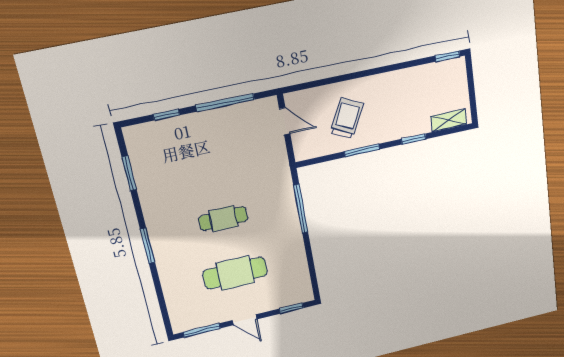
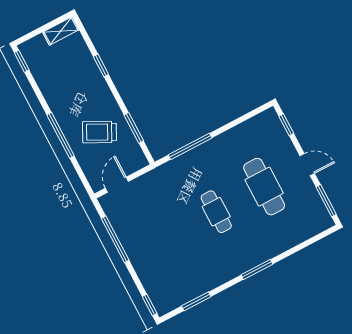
window: (357, 75) -> (61, 135), added
window: (166, 115) -> (150, 305), moved
shelving: (449, 120) -> (61, 31), moved, turned 90
window: (362, 150) -> (134, 128), moved
door: (245, 320) -> (307, 165), hinge flipped

